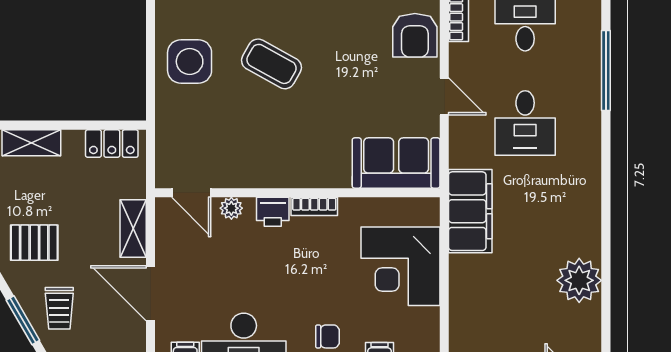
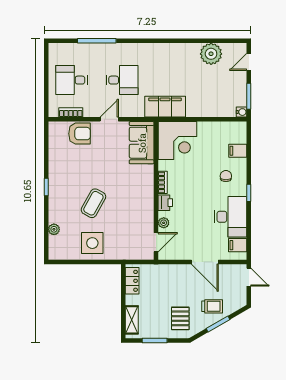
shelving: (133, 229) -> (173, 270), removed
corner desk: (401, 266) -> (178, 141), moved
plant: (579, 280) -> (211, 54), moved
door: (150, 293) -> (205, 262), hinge flipped

